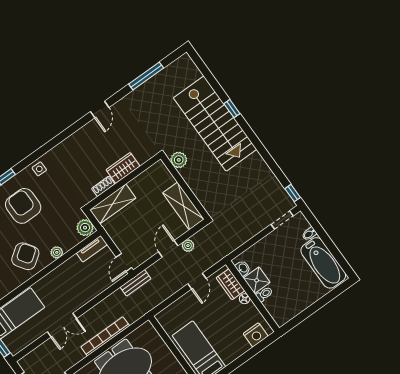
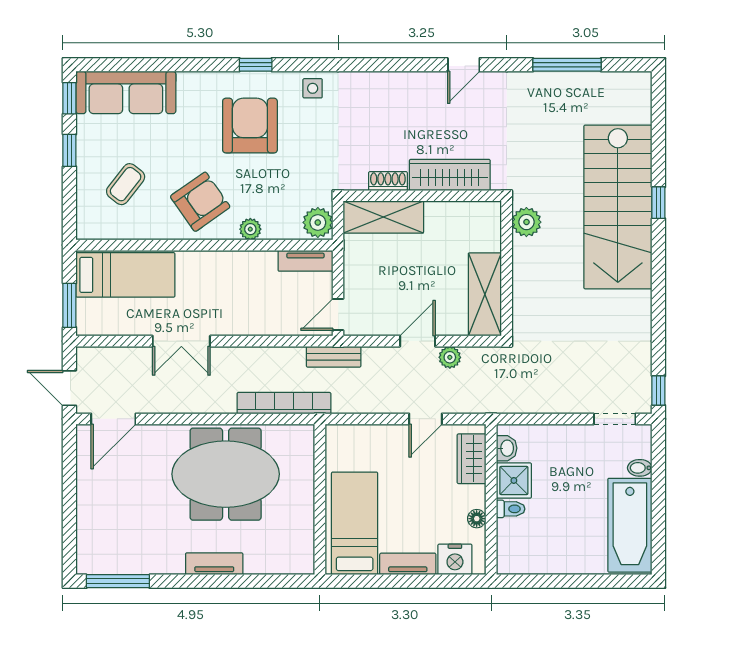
wardrobe: (123, 168) -> (450, 175), width x1.50
floor lamp: (245, 299) -> (477, 519), moved
bookcase: (105, 336) -> (284, 403), moved
tv unit: (236, 352) -> (408, 564), added

